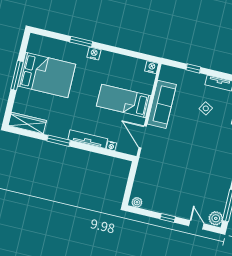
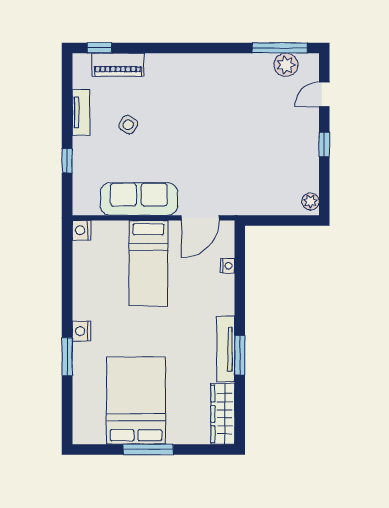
tv unit: (88, 139) -> (226, 349), moved
plant: (216, 218) -> (286, 65), moved

